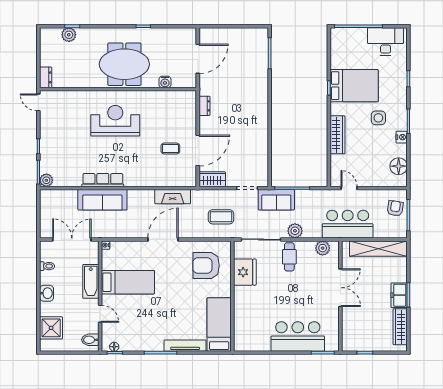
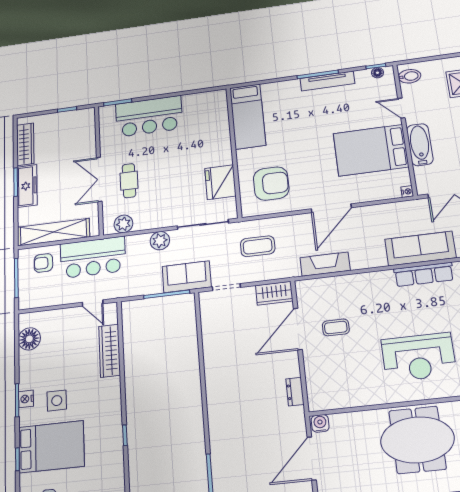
water cooler: (165, 82) -> (320, 423), moved
bed: (354, 86) -> (51, 447), moved, turned 180
wardrobe: (338, 135) -> (110, 351), moved
nightstand: (402, 137) -> (26, 399), moved
armchair: (395, 208) -> (43, 263), moved, turned 81
cafe table: (289, 257) -> (129, 181), moved
bed: (128, 282) -> (371, 150), width x1.50
freezer: (399, 295) -> (27, 186), width x1.40
tv unit: (185, 346) -> (327, 81), moved

